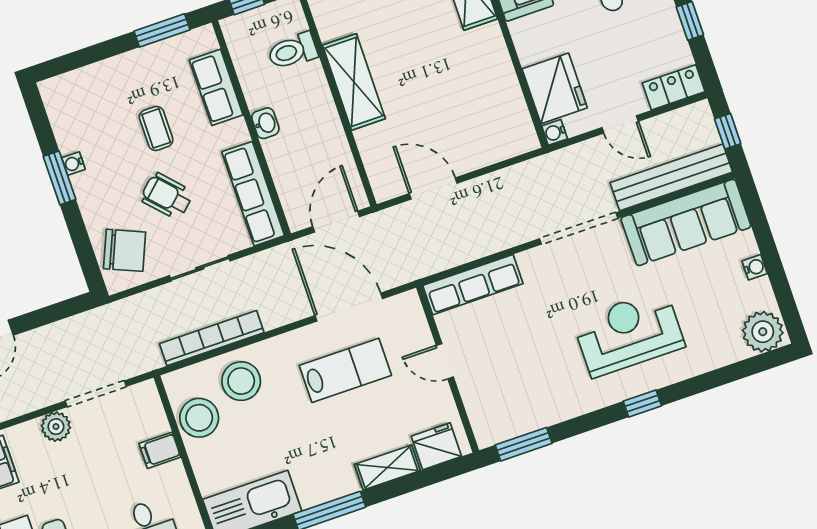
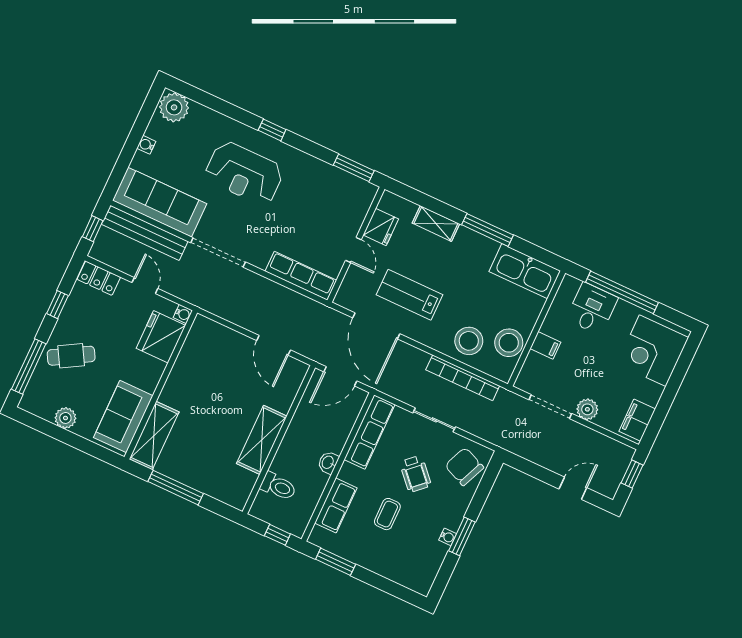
fridge: (436, 446) -> (381, 227), moved, turned -90

